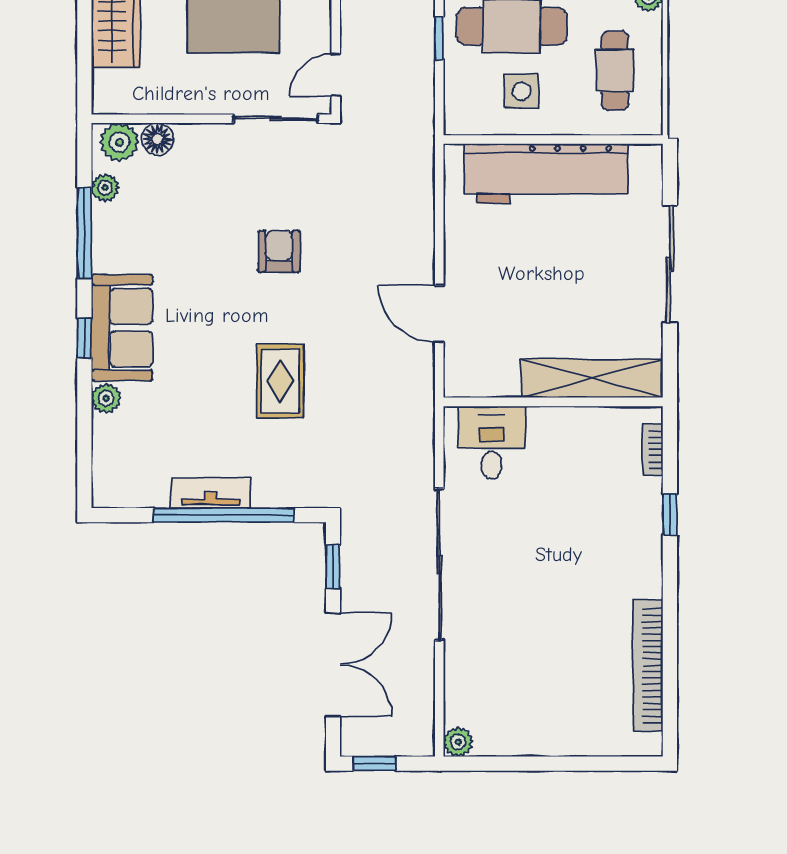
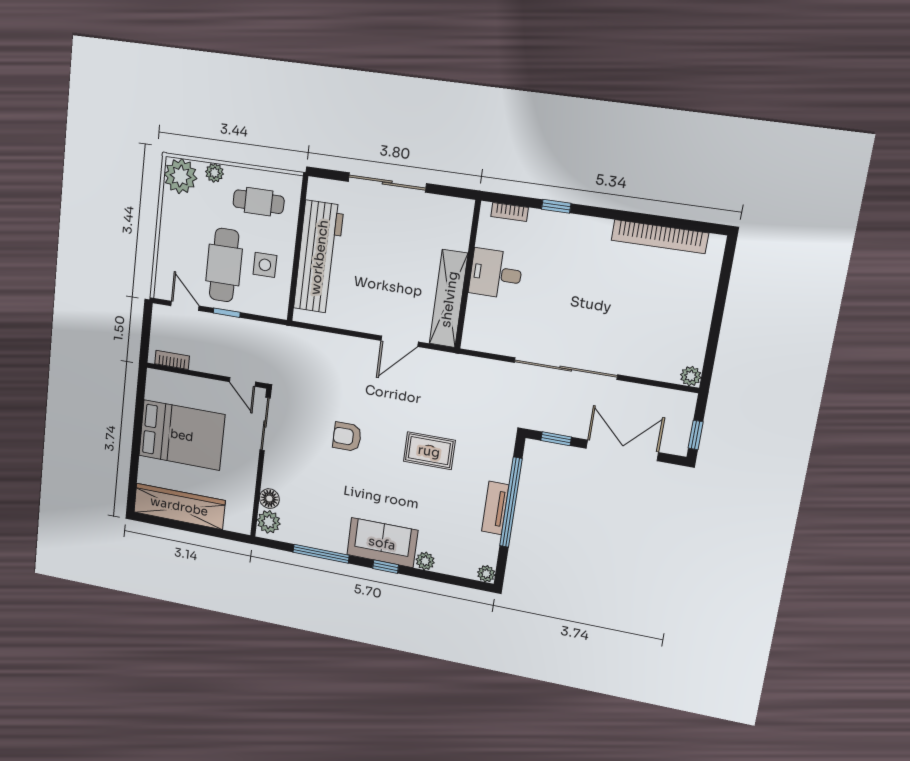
plant: (105, 188) -> (486, 574), moved
shelving: (592, 378) -> (449, 299), moved
desk: (492, 443) -> (496, 274), moved

